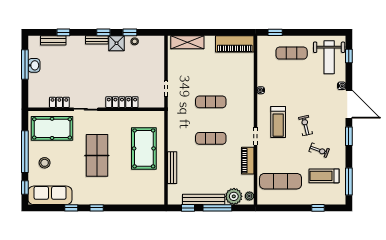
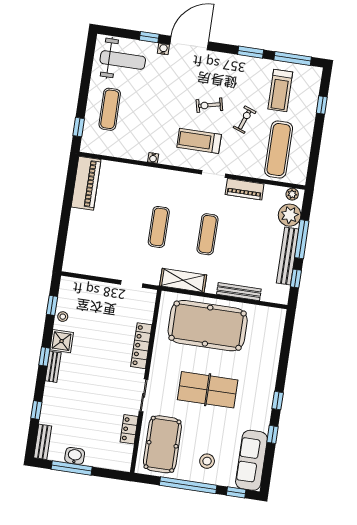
window: (130, 32) -> (52, 305), moved
bench: (53, 40) -> (43, 442), moved
shelving: (187, 42) -> (183, 280), moved, turned 90
window: (349, 56) -> (149, 37), moved
treadmill: (278, 122) -> (199, 141), turned 180
window: (349, 136) -> (251, 52), moved
pool table: (144, 148) -> (208, 326), width x1.36, depth x1.32
exercise bike: (319, 150) -> (245, 120), moved

